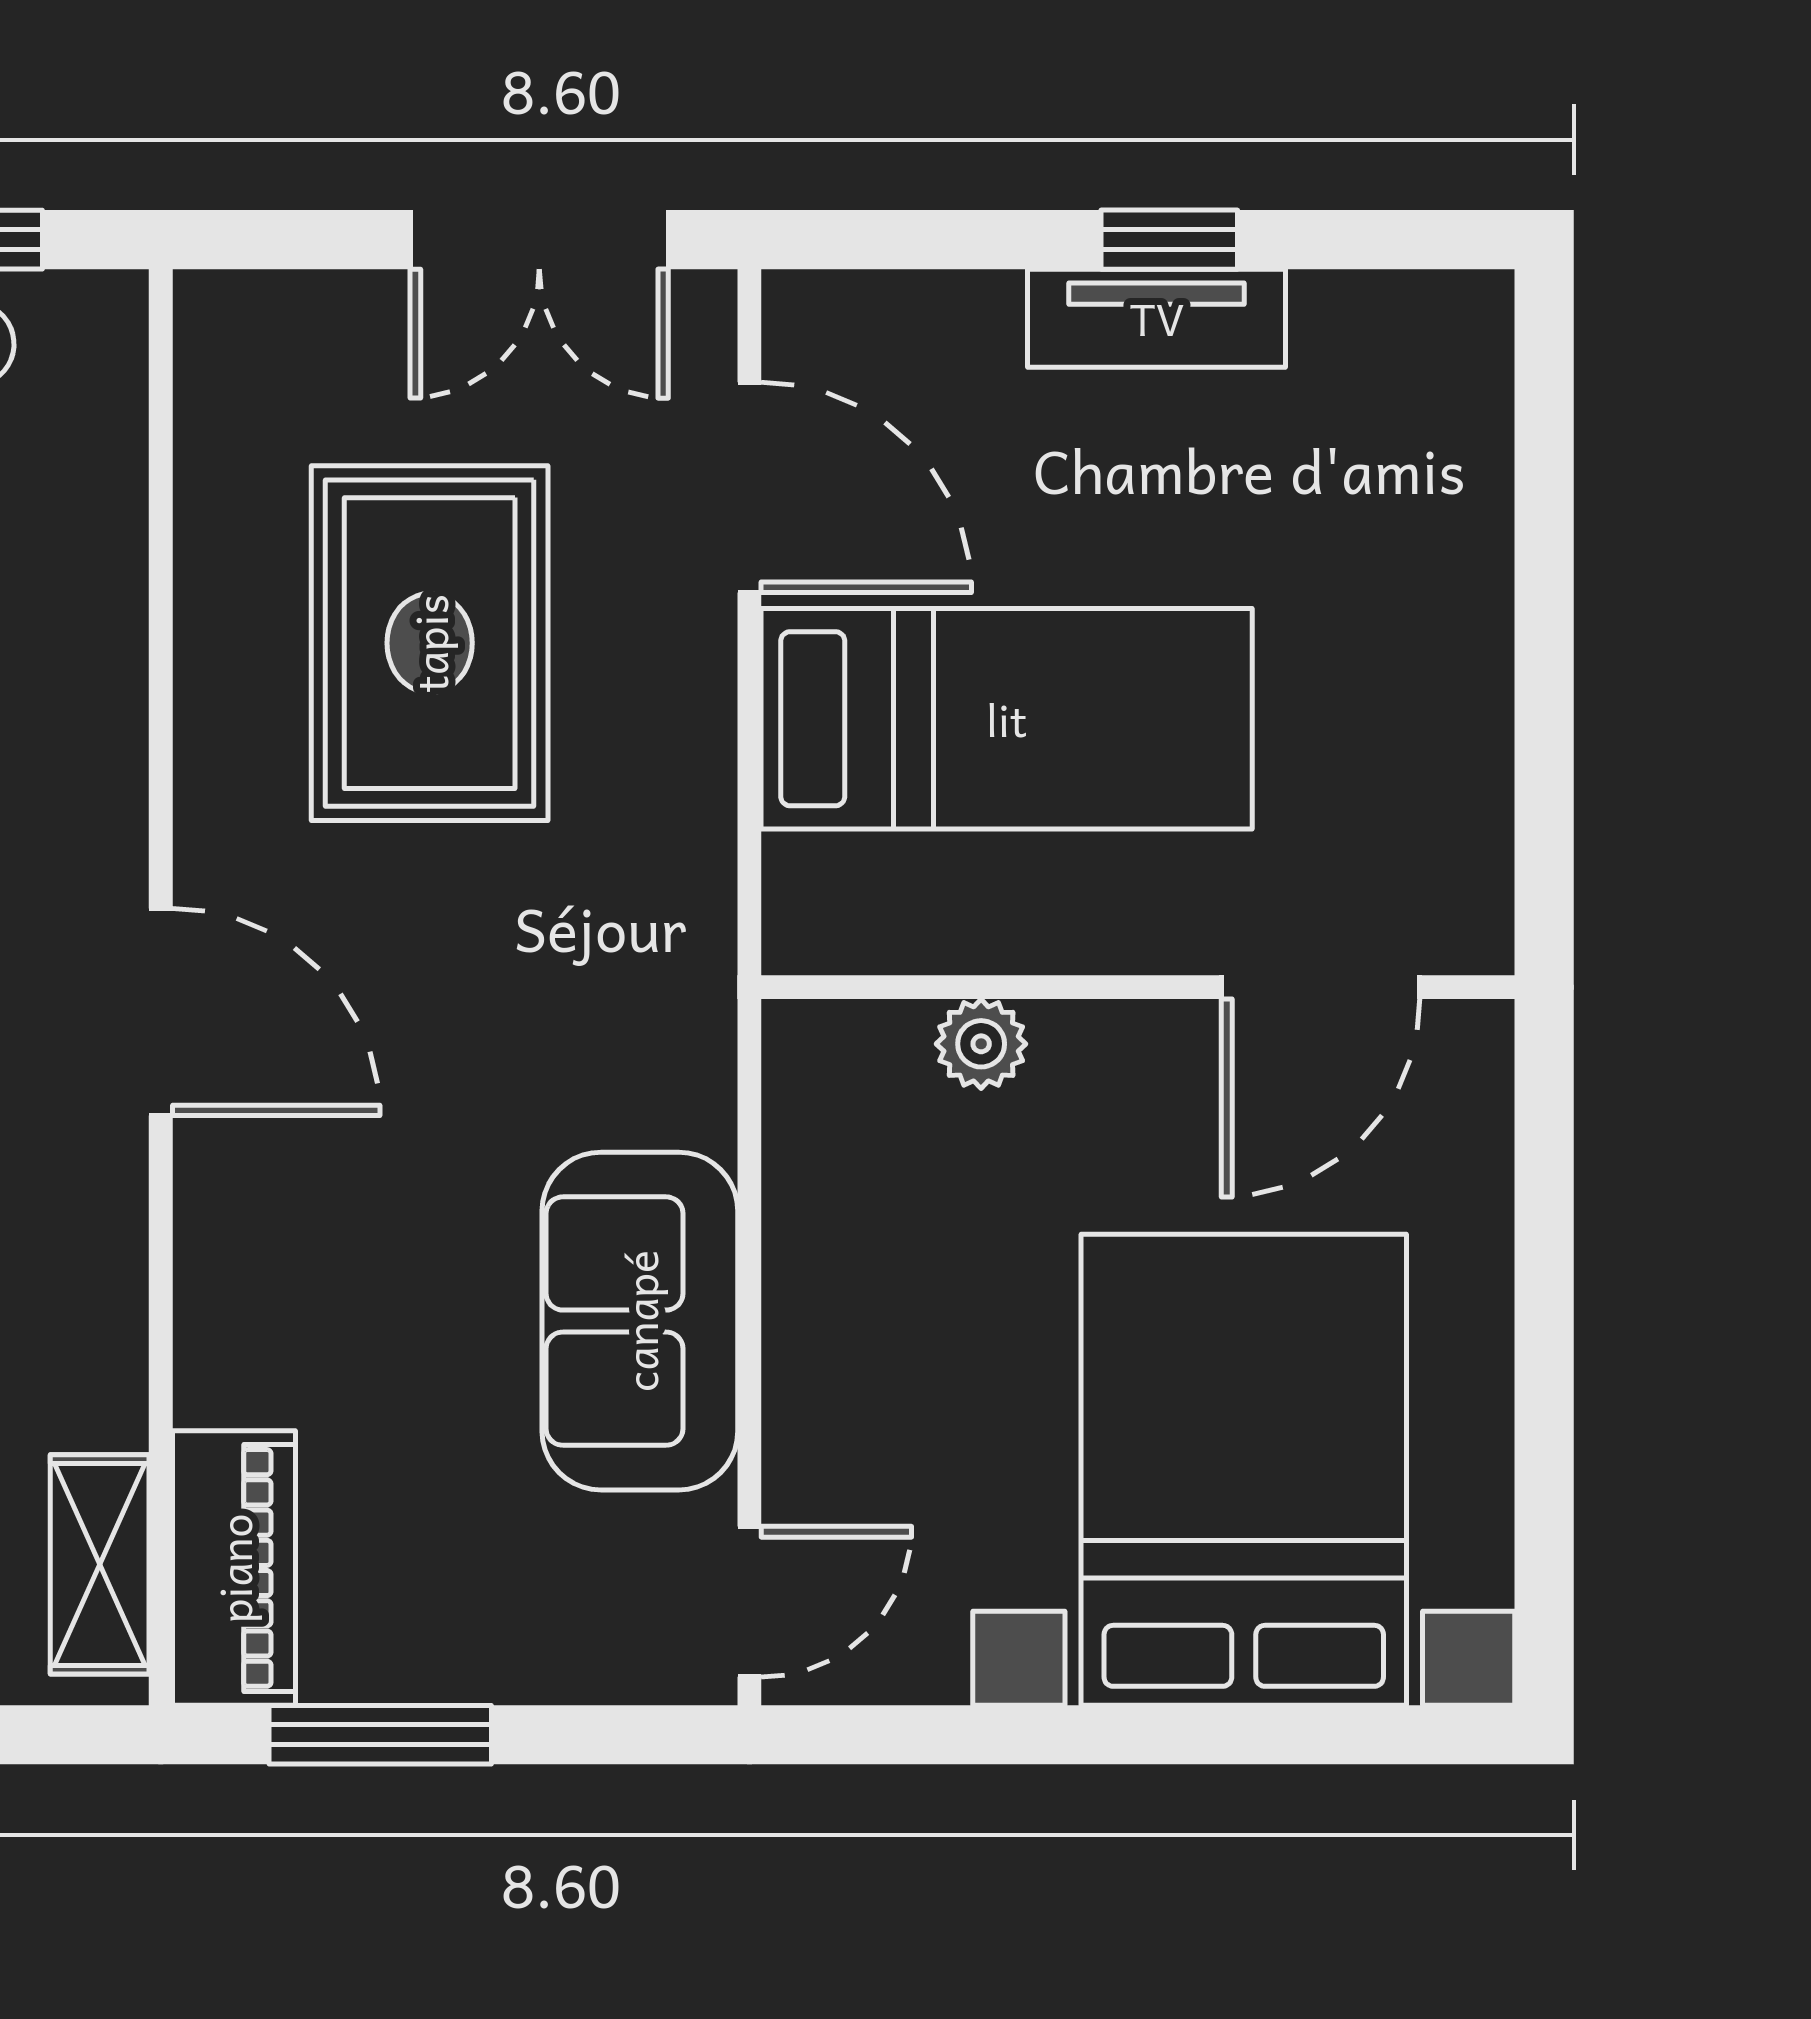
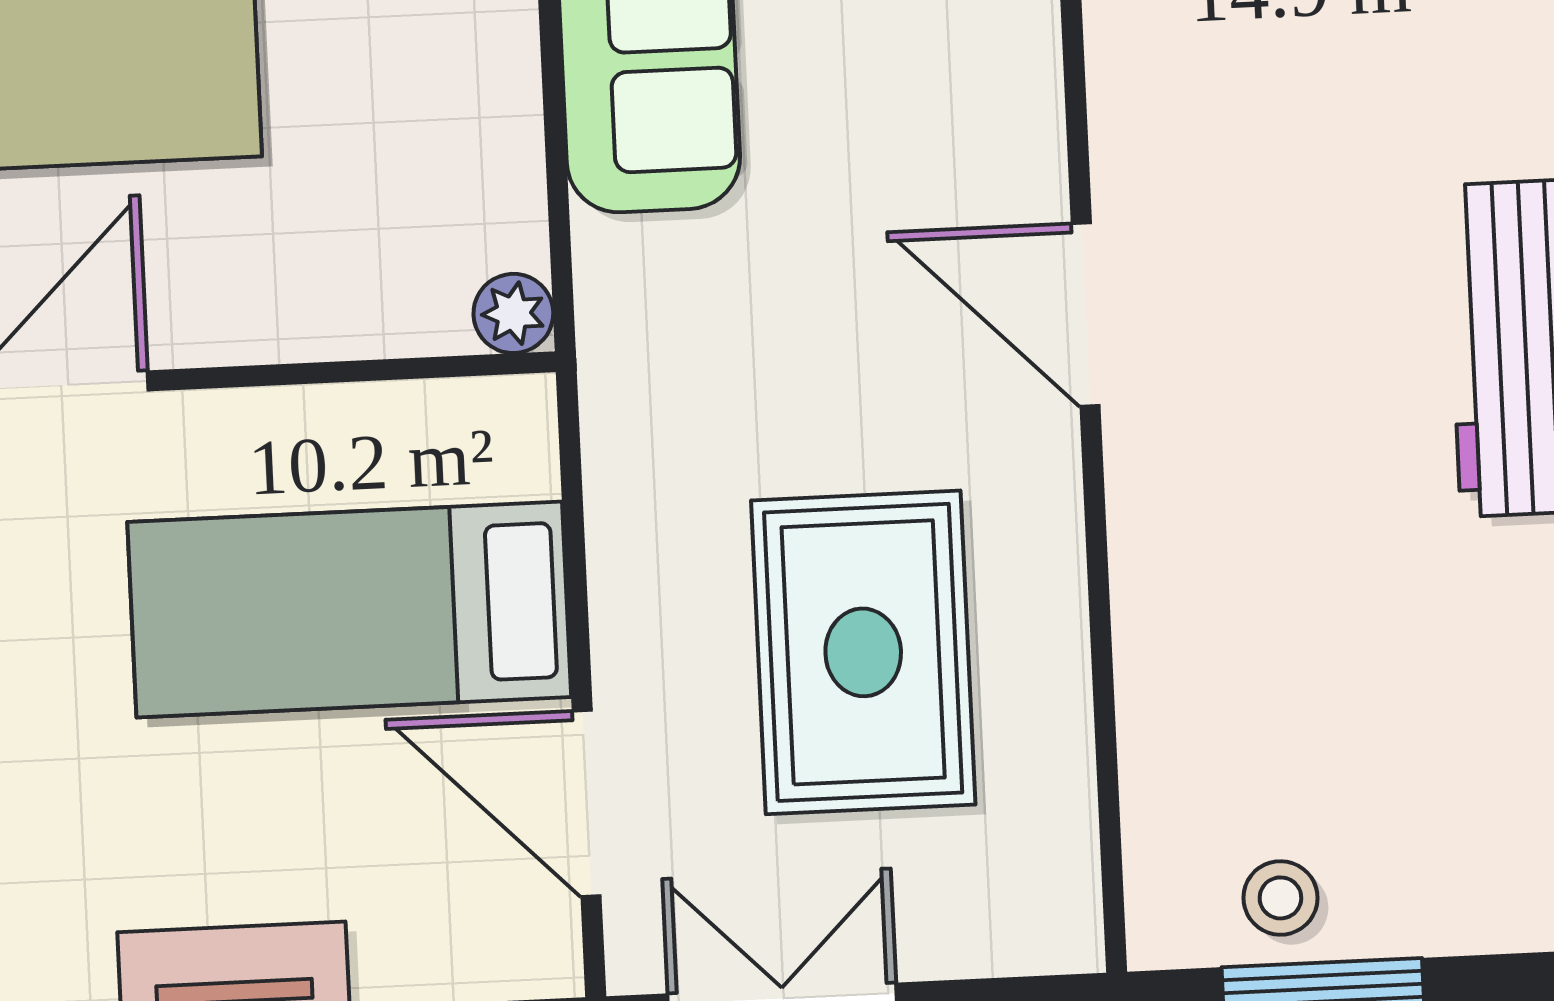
plant: (981, 1044) -> (513, 313), moved

